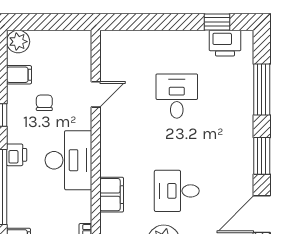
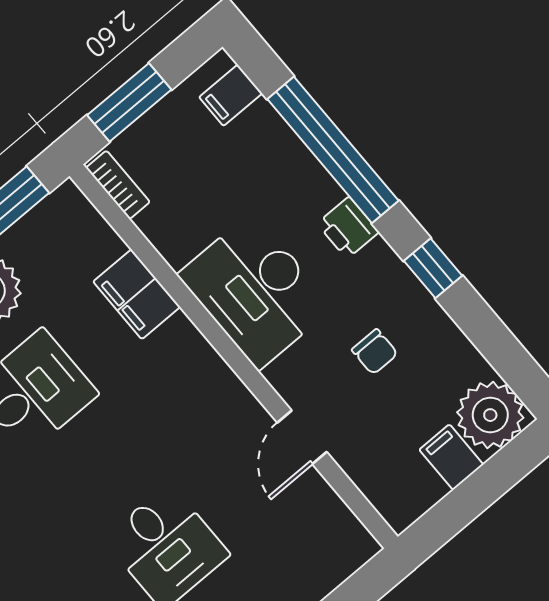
plant: (18, 42) -> (490, 415), width x1.36, depth x1.36
filing cabinet: (19, 75) -> (451, 457), moved, turned 90

